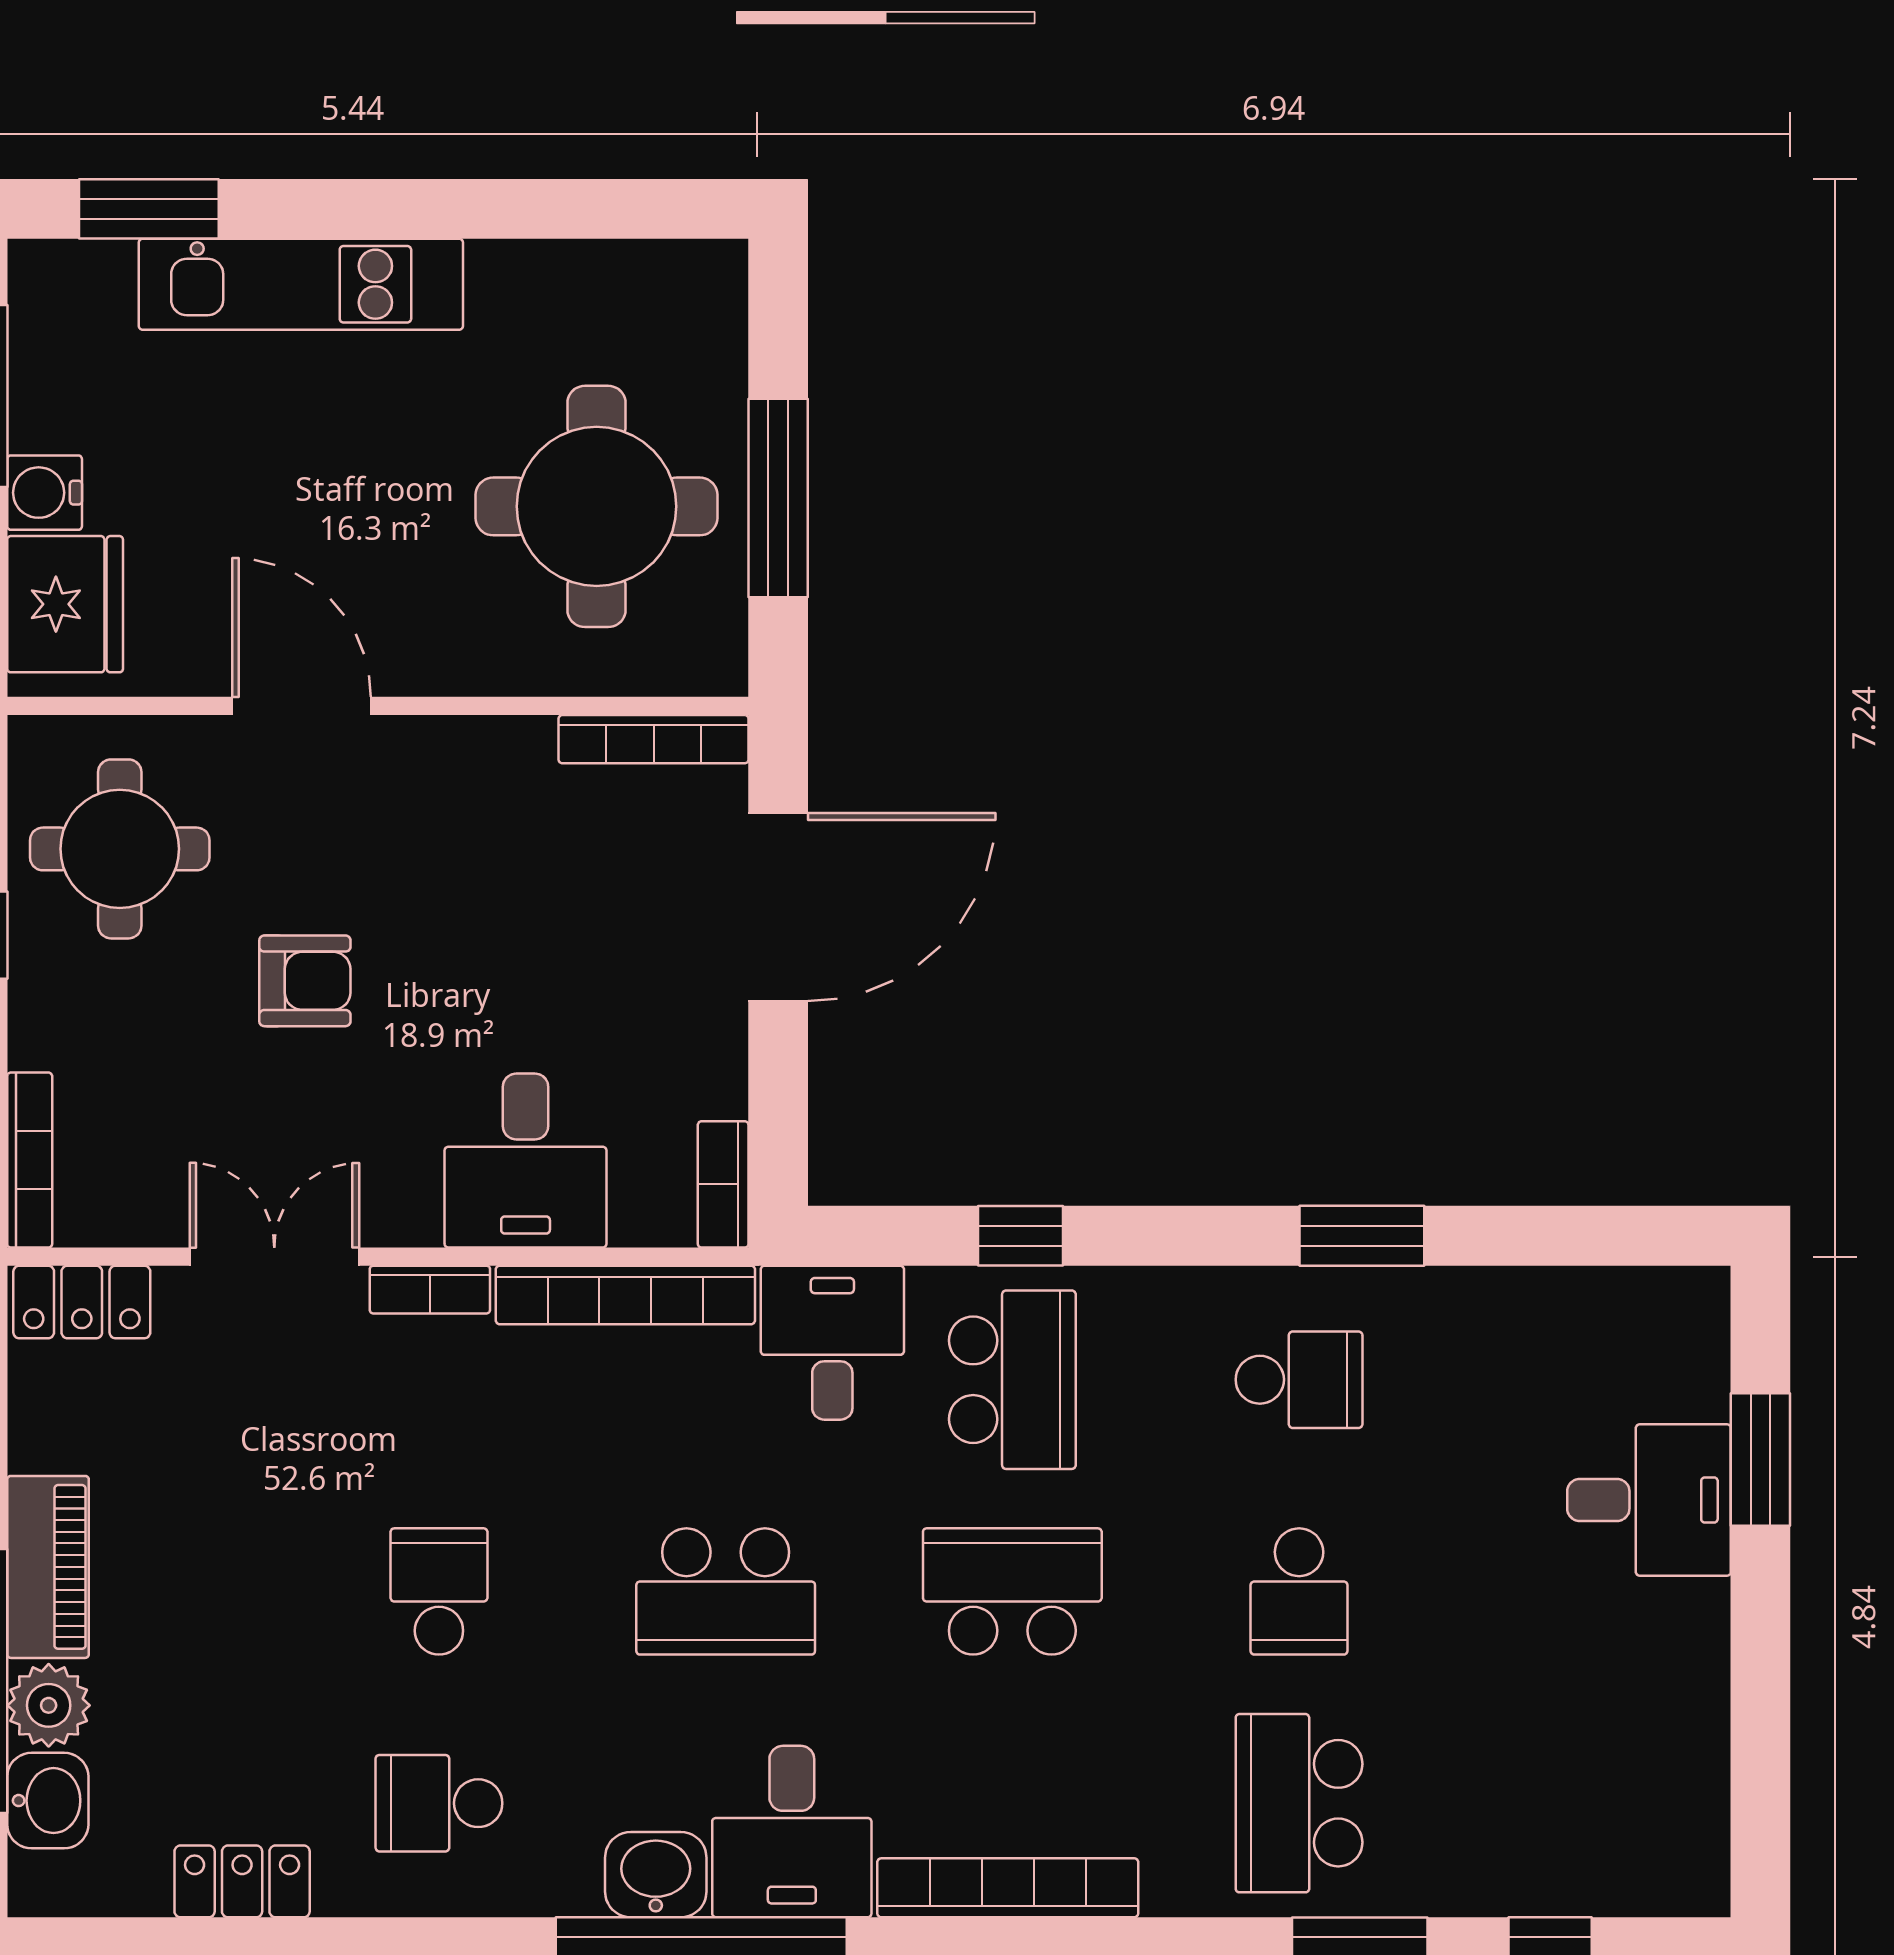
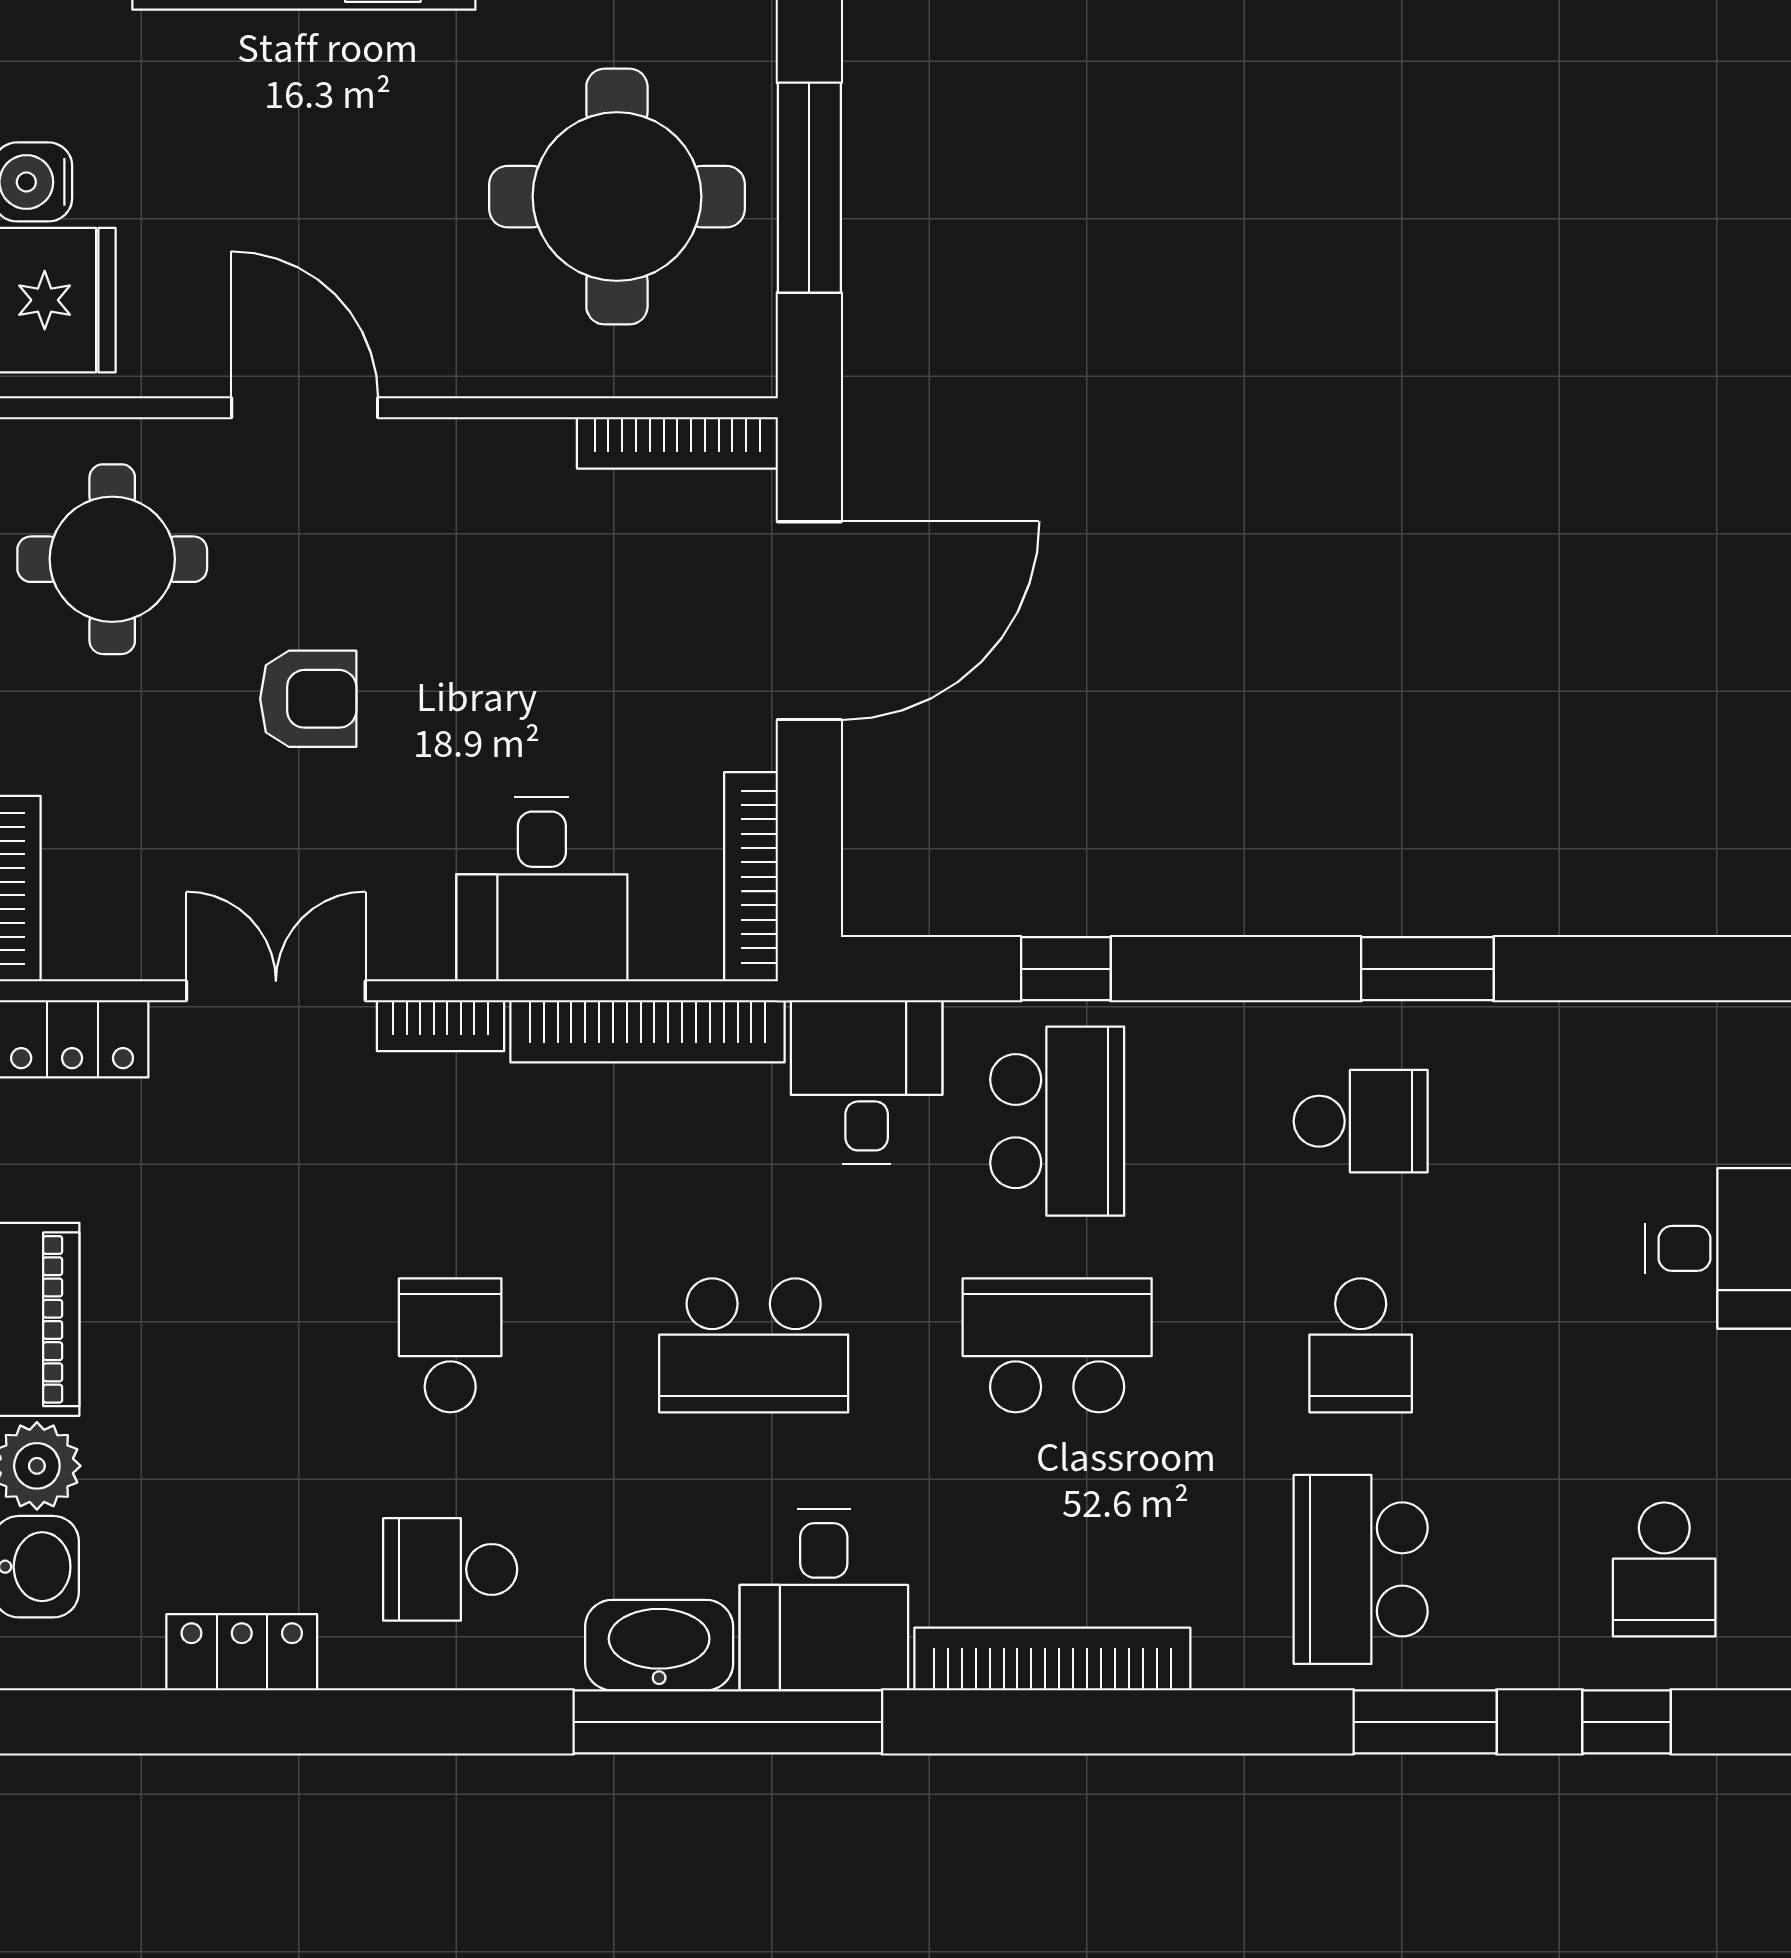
bookcase: (723, 1184) -> (751, 877), width x1.56
school desk: (1586, 1803) -> (1664, 1569), added
washbasin: (656, 1875) -> (659, 1645), width x1.38

